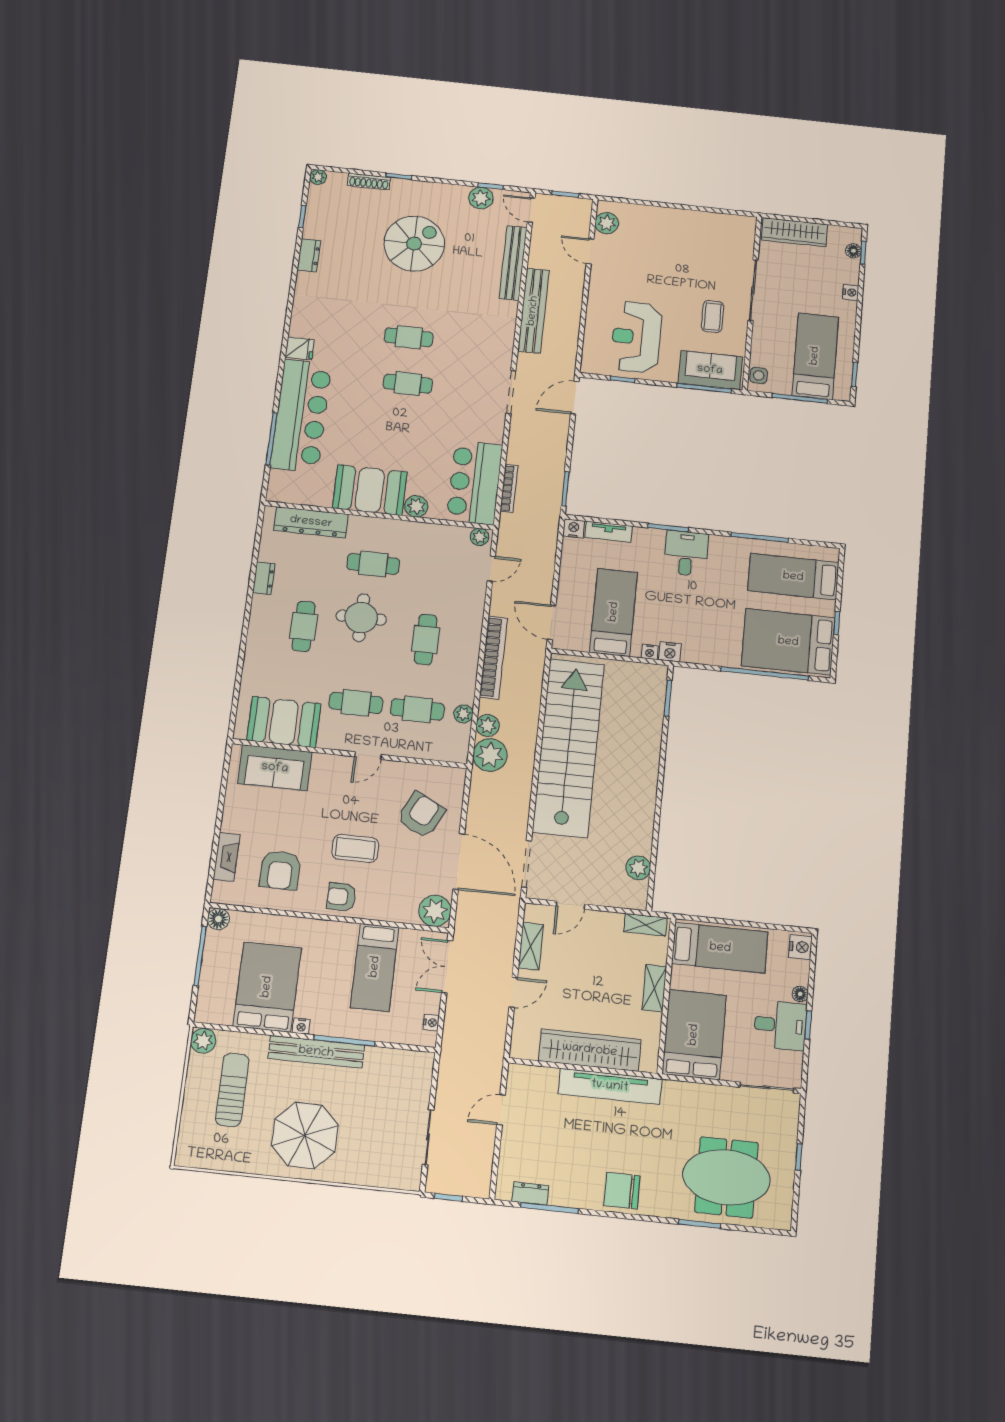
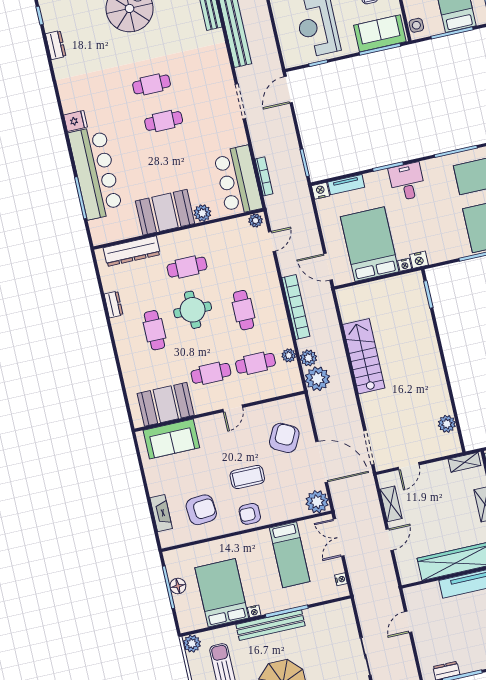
bed: (614, 612) -> (370, 244), width x1.50
stairs: (568, 748) -> (364, 356), width x0.54, depth x0.66
armchair: (280, 870) -> (201, 510), turned -95
floor lamp: (218, 919) -> (178, 586), moved

